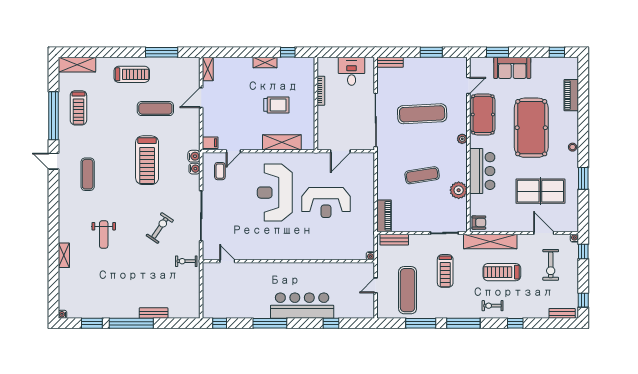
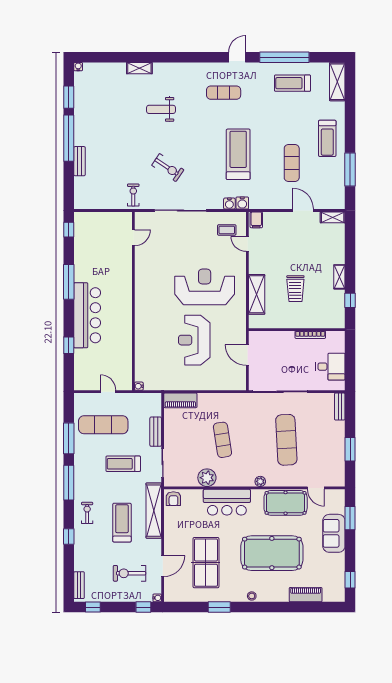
treadmill: (147, 160) -> (238, 154), turned 90
bench: (394, 240) -> (156, 432), moved

